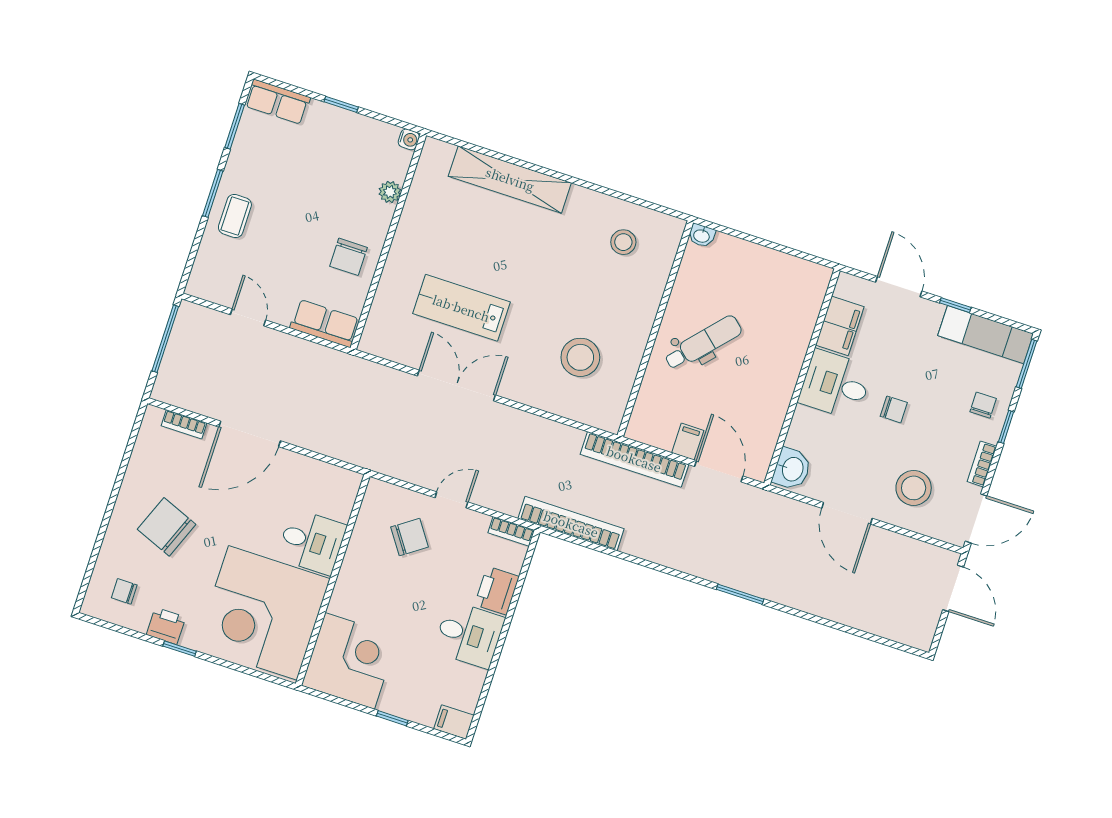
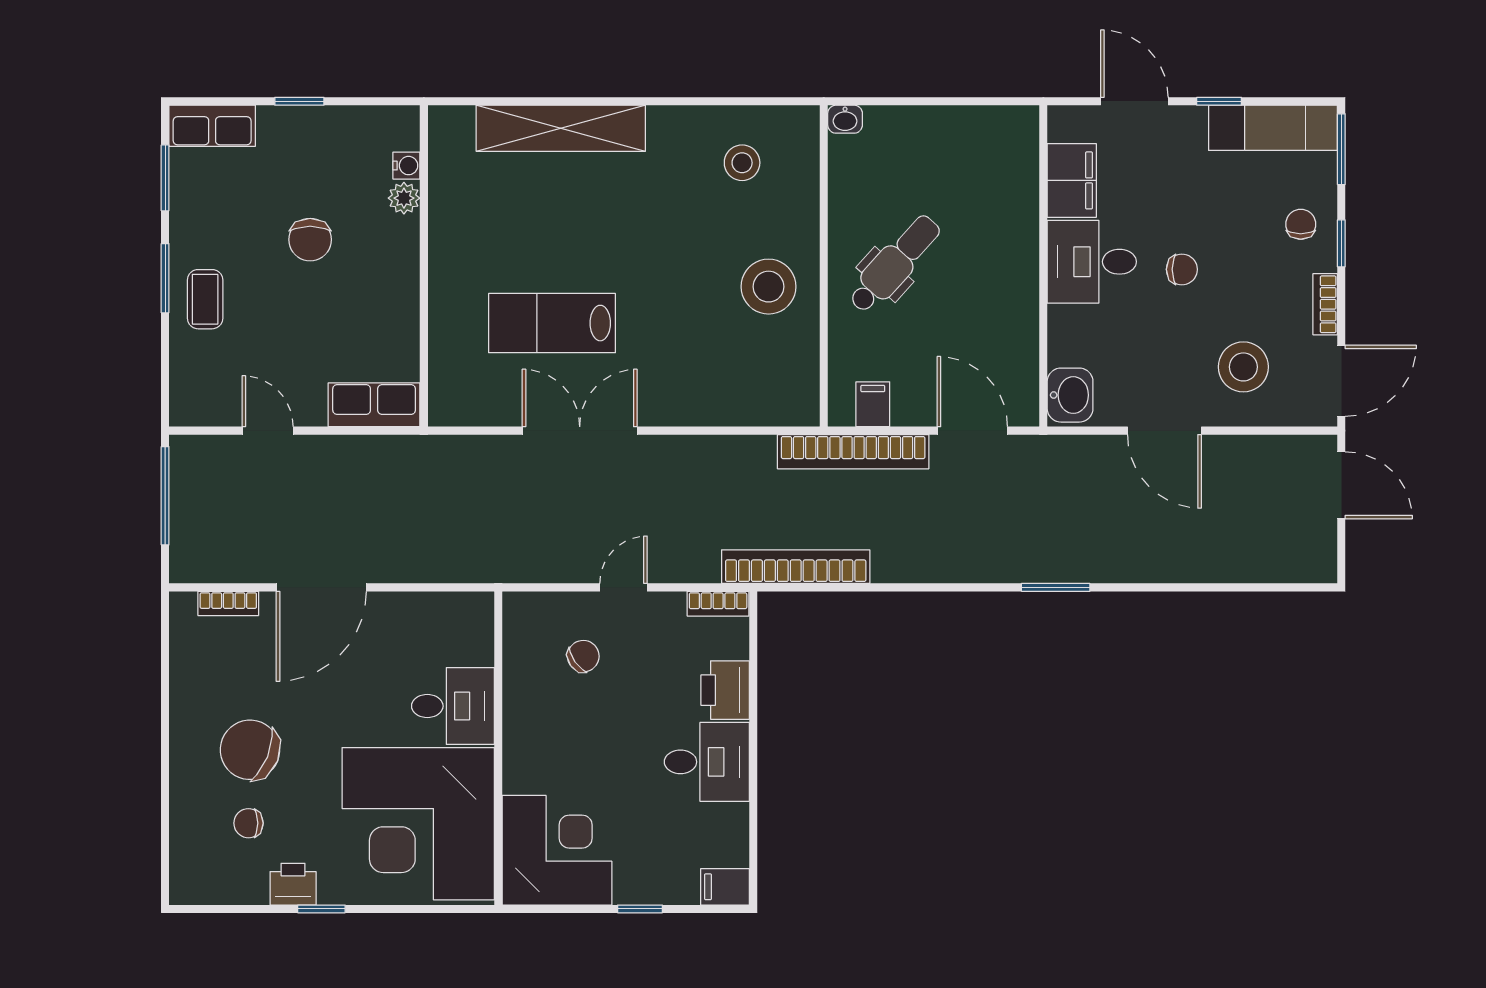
water cooler: (409, 139) -> (406, 166), moved
chair: (349, 257) -> (310, 240), moved
stool: (580, 357) -> (769, 287), moved
filing cabinet: (688, 442) -> (873, 404), moved
chair: (410, 537) -> (583, 656), width x0.73, depth x0.73
chair: (124, 591) -> (248, 823), moved

